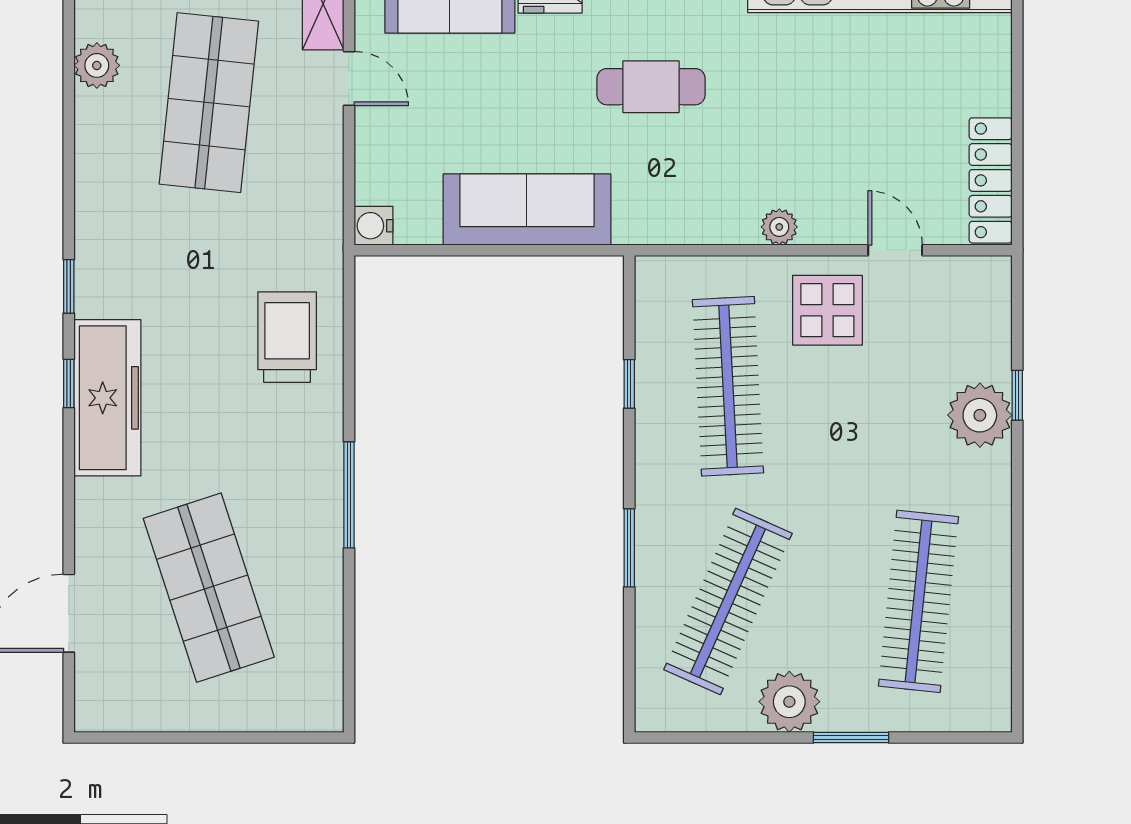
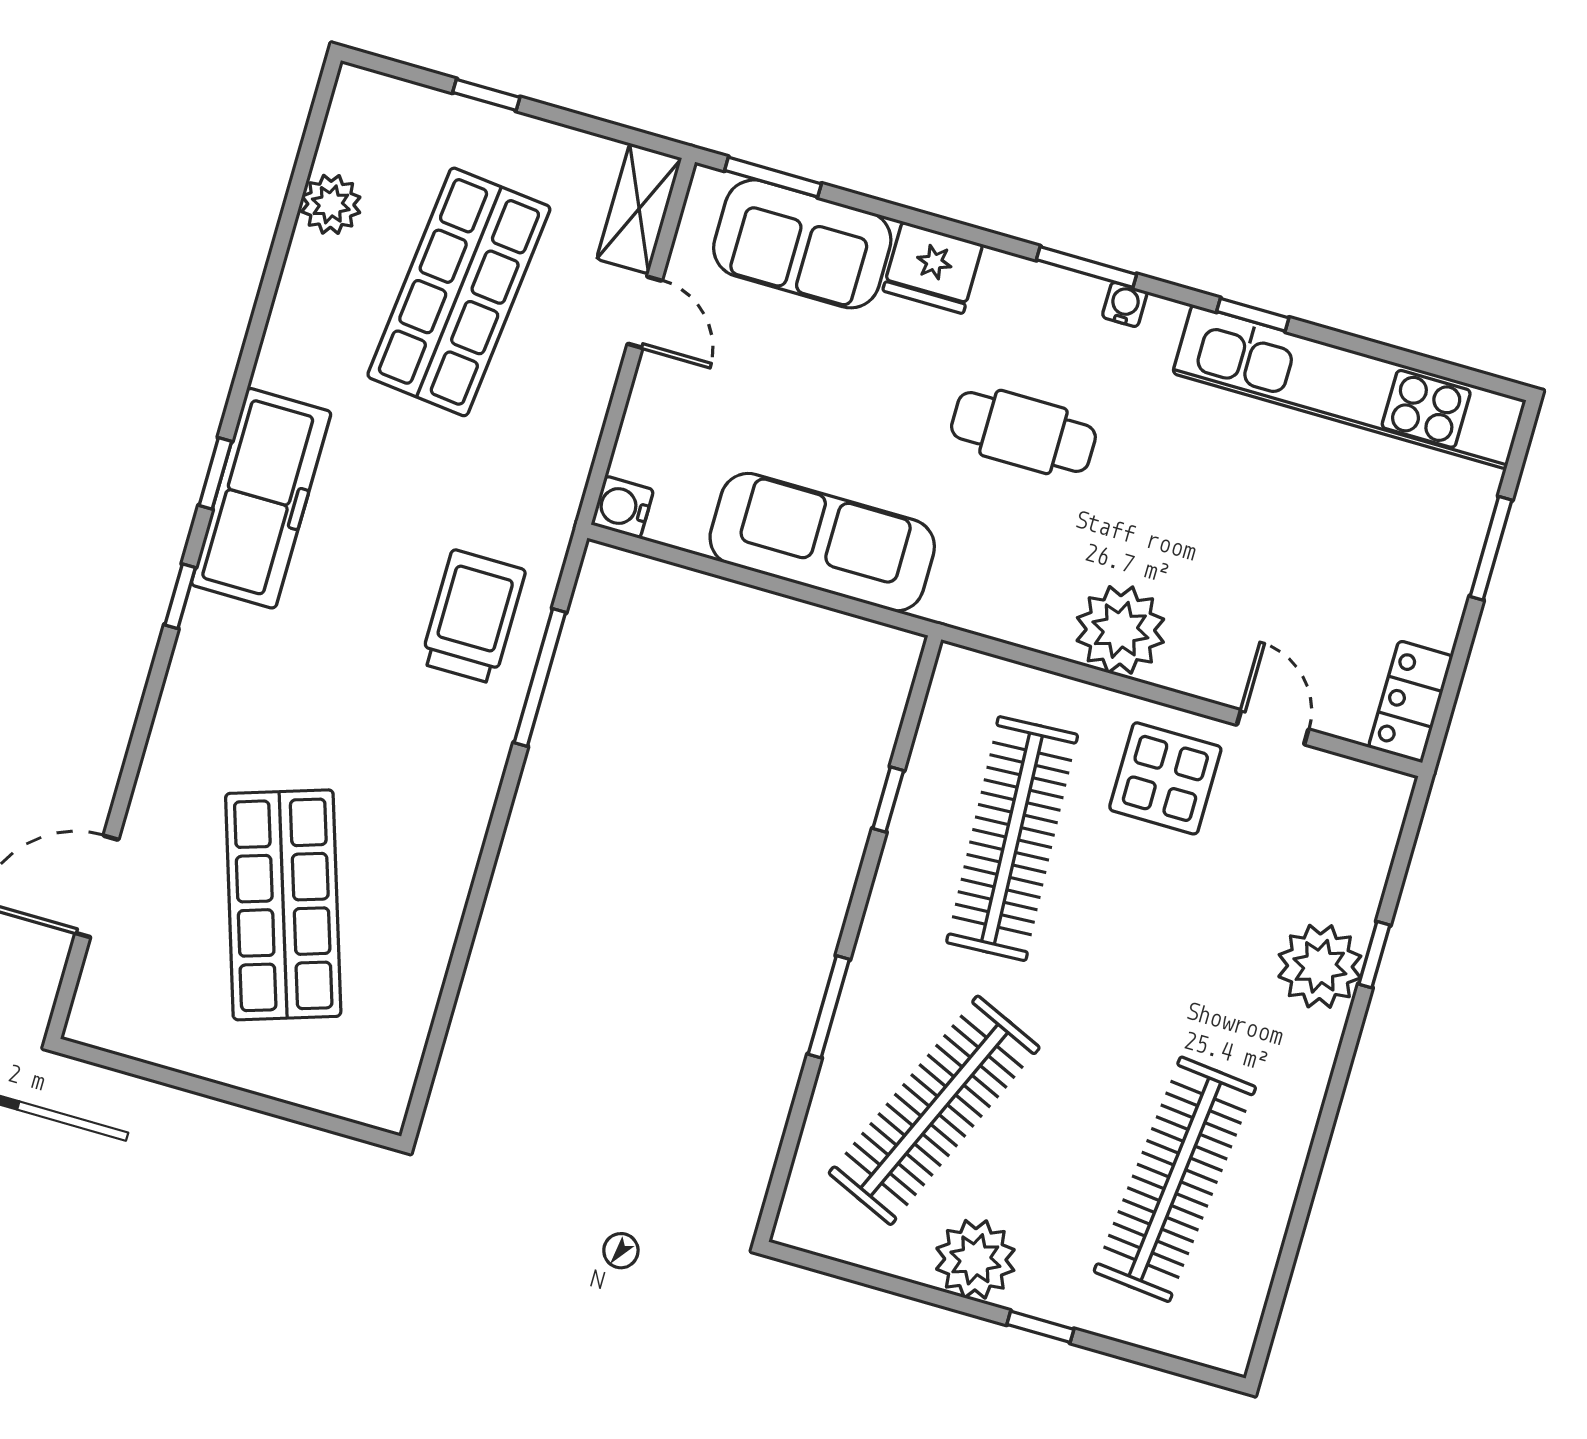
window: (1017, 74) -> (1491, 548), added
locker: (991, 180) -> (1411, 702), width x0.66
plant: (779, 227) -> (1120, 630), width x1.88, depth x1.88
freezer: (107, 398) -> (261, 498), moved
window: (349, 495) -> (540, 678), moved
window: (851, 737) -> (1040, 1327), width x0.67

